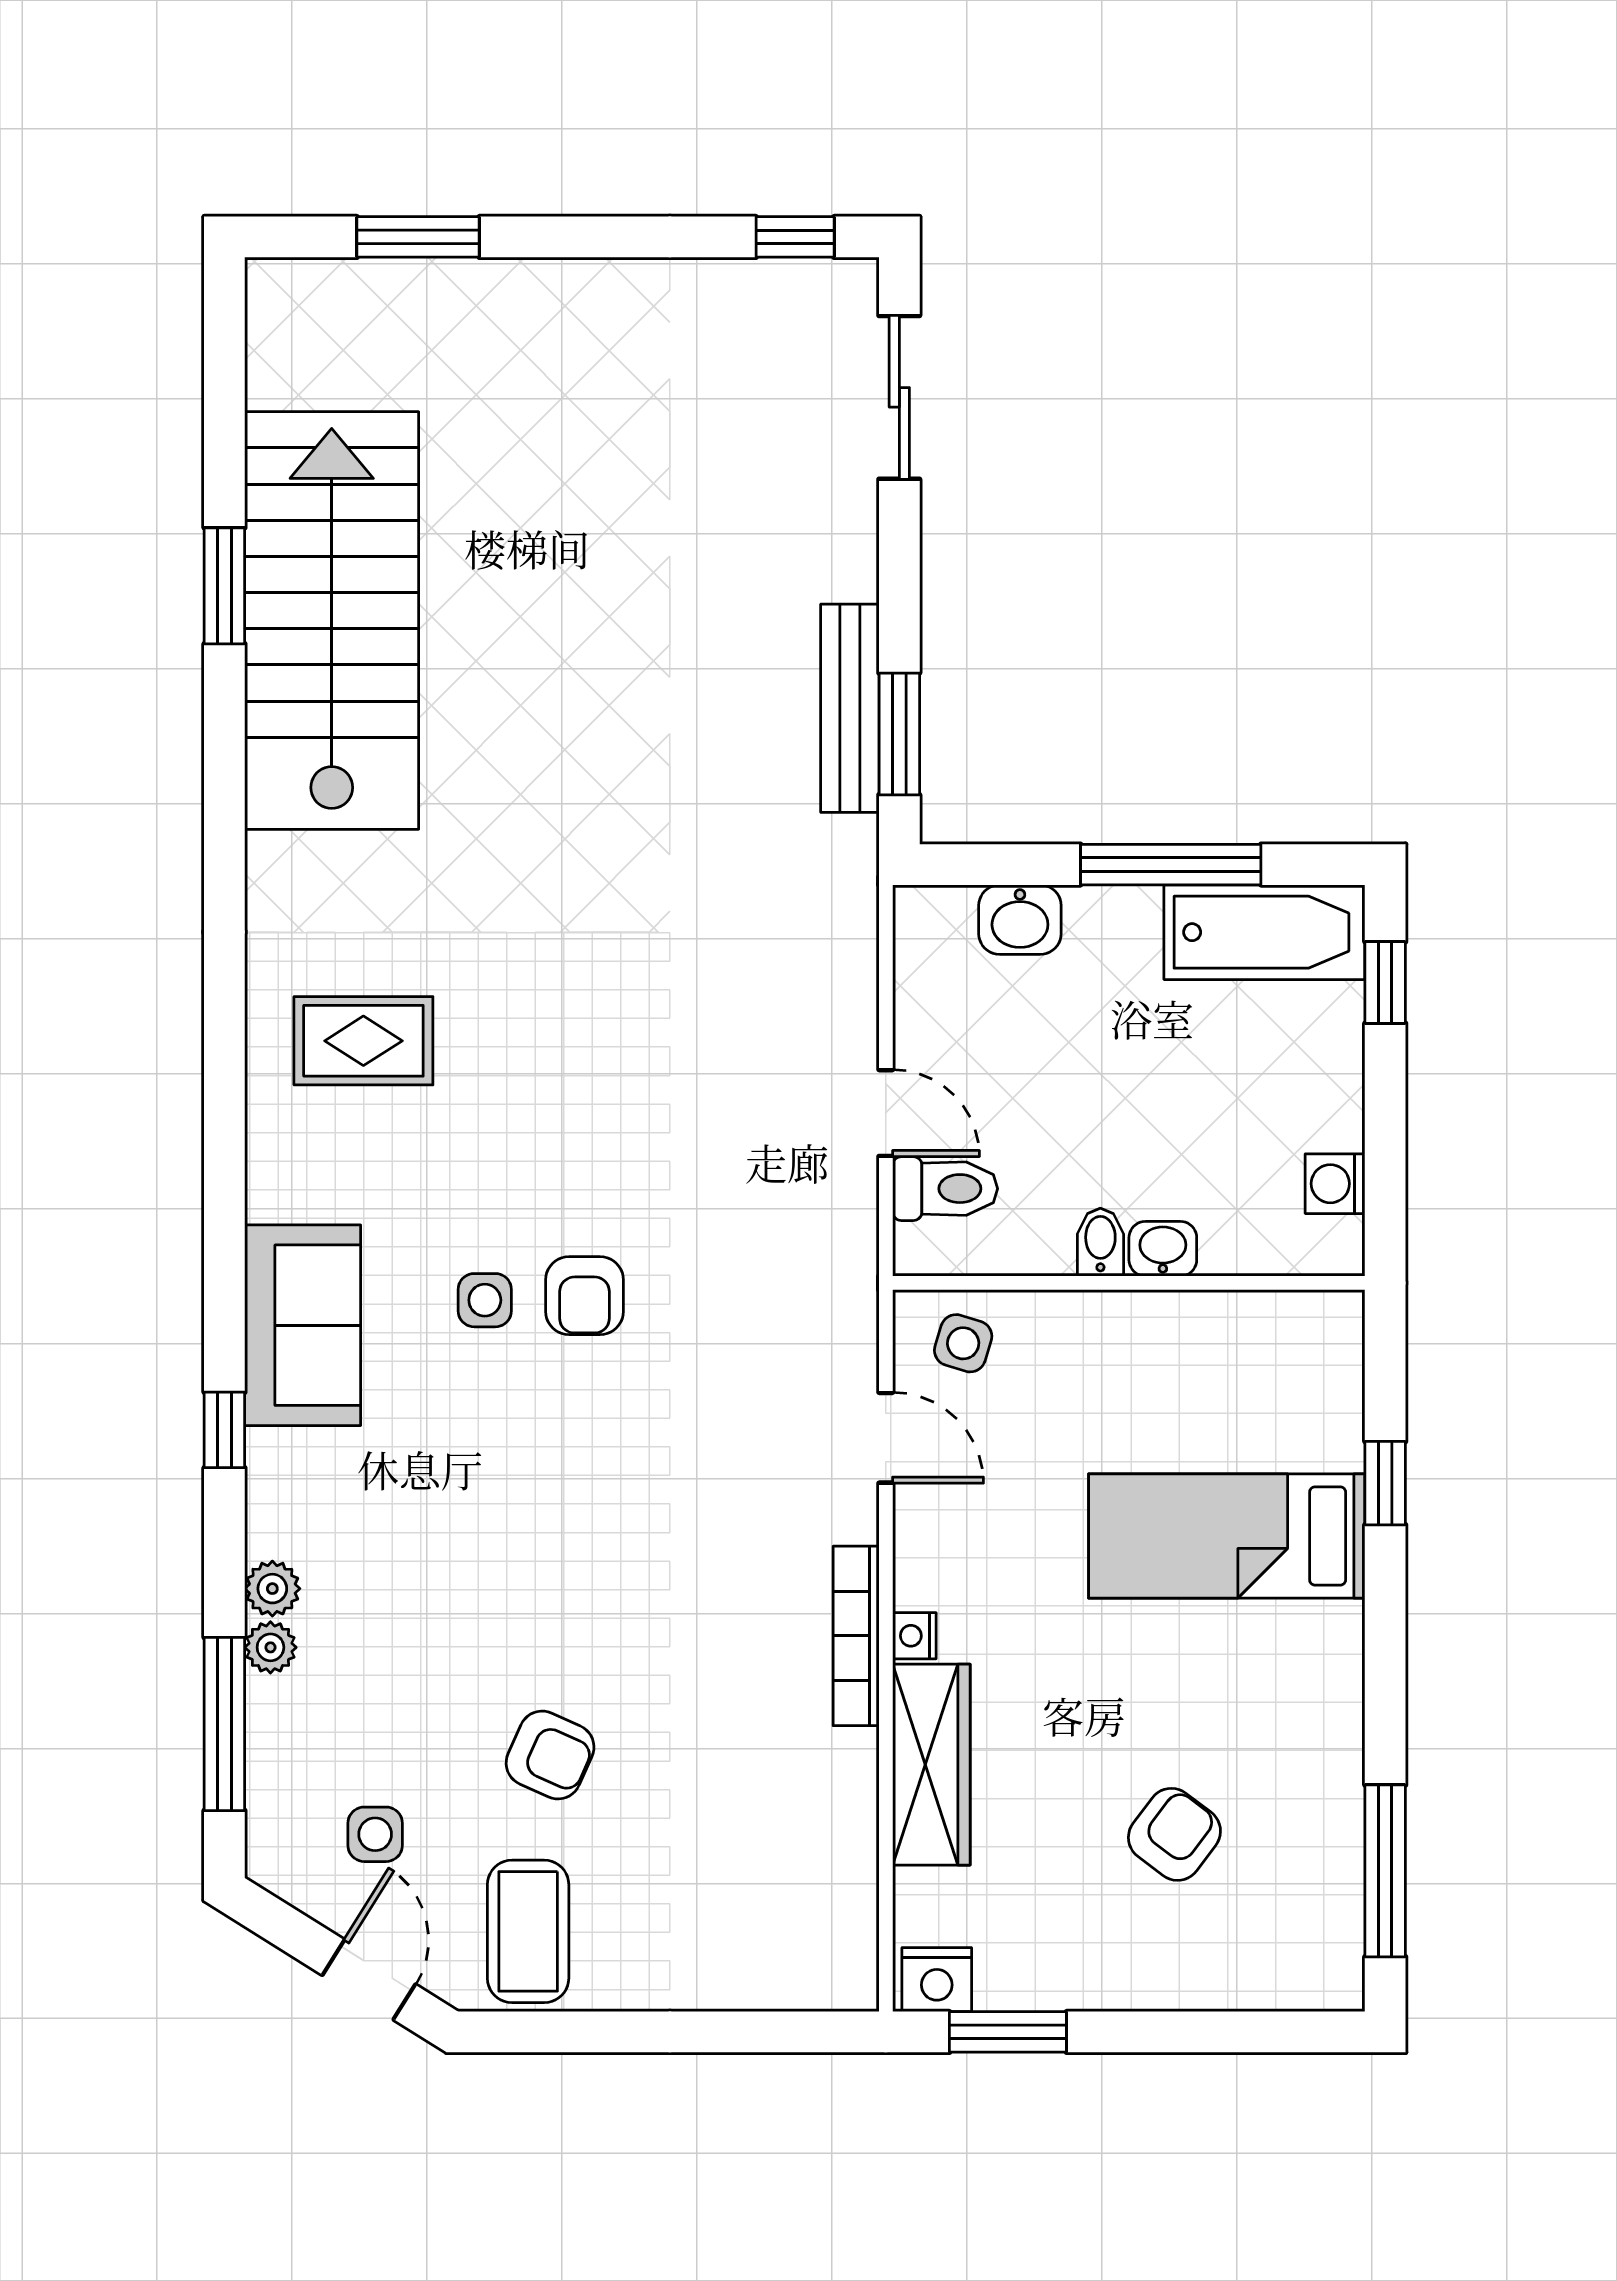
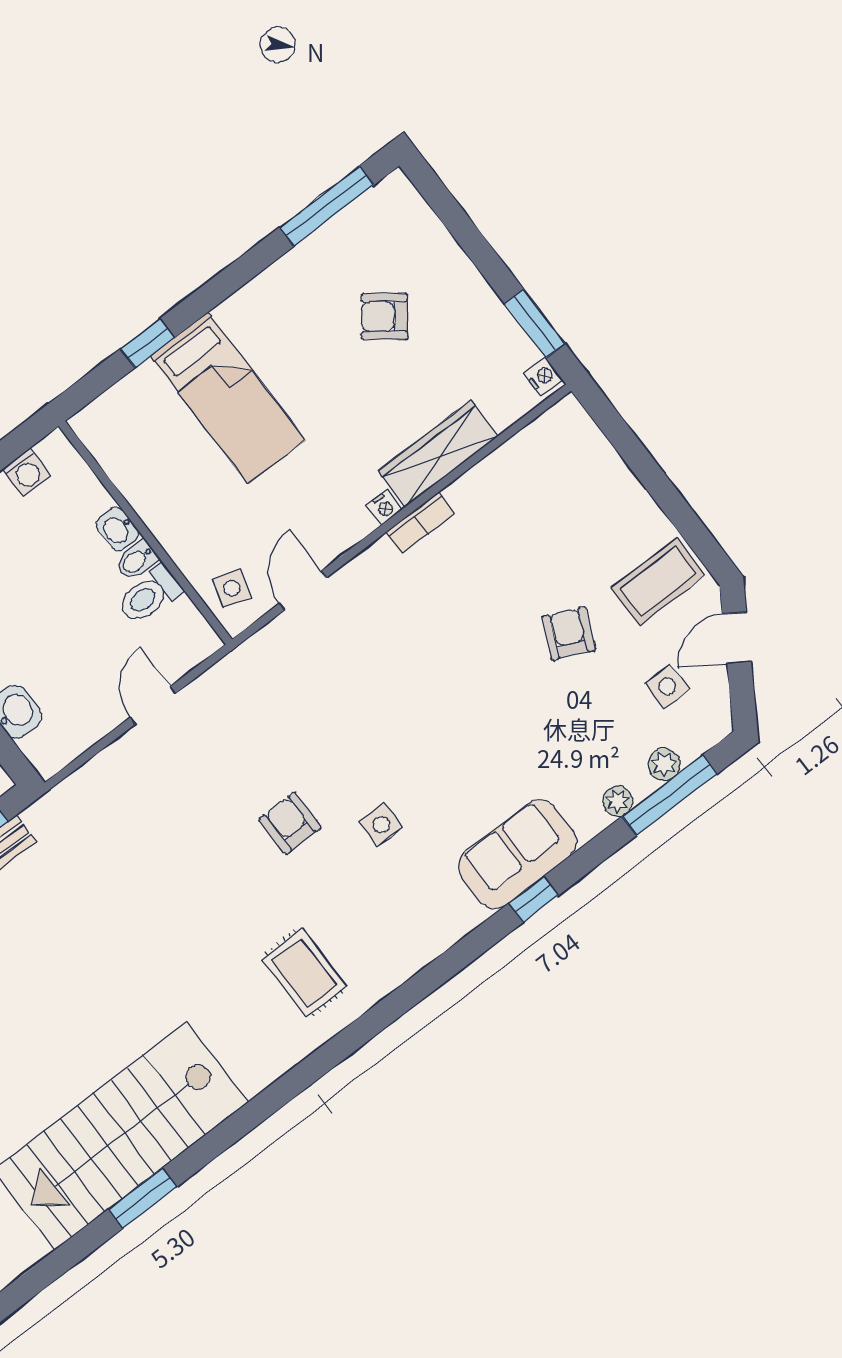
toilet: (945, 1189) -> (149, 595), moved, turned -90
armchair: (585, 1296) -> (290, 823), moved, turned -90
sofa: (303, 1325) -> (517, 854), moved
plant: (272, 1589) -> (664, 764), moved
bookcase: (856, 1636) -> (420, 523), width x0.64
nightstand: (937, 1980) -> (543, 377), width x0.72, depth x0.74

